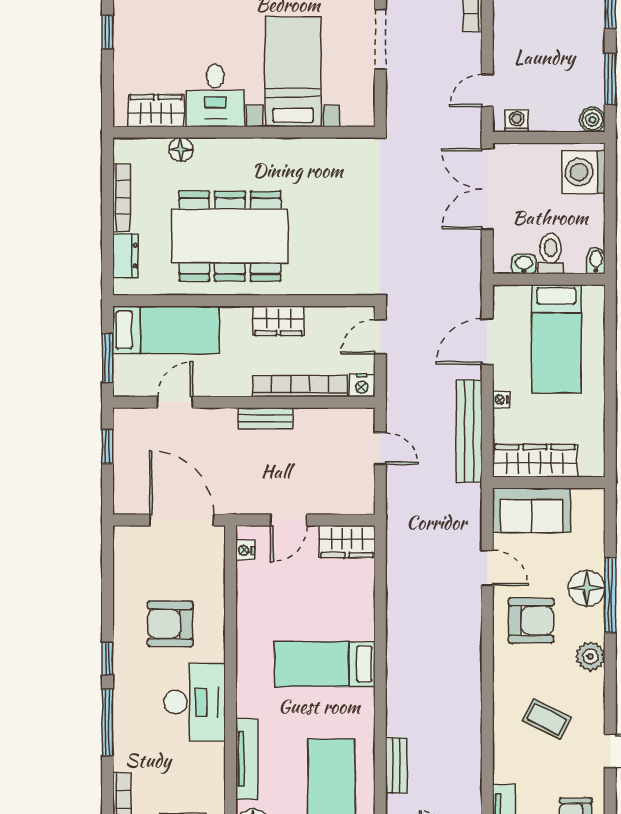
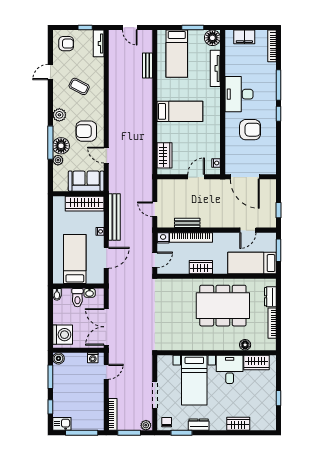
double door: (487, 189) -> (106, 327), swing flipped
bench: (265, 418) -> (187, 223), moved
wardrobe: (347, 542) -> (165, 155), moved, turned 90
plant: (594, 557) -> (58, 160), added

